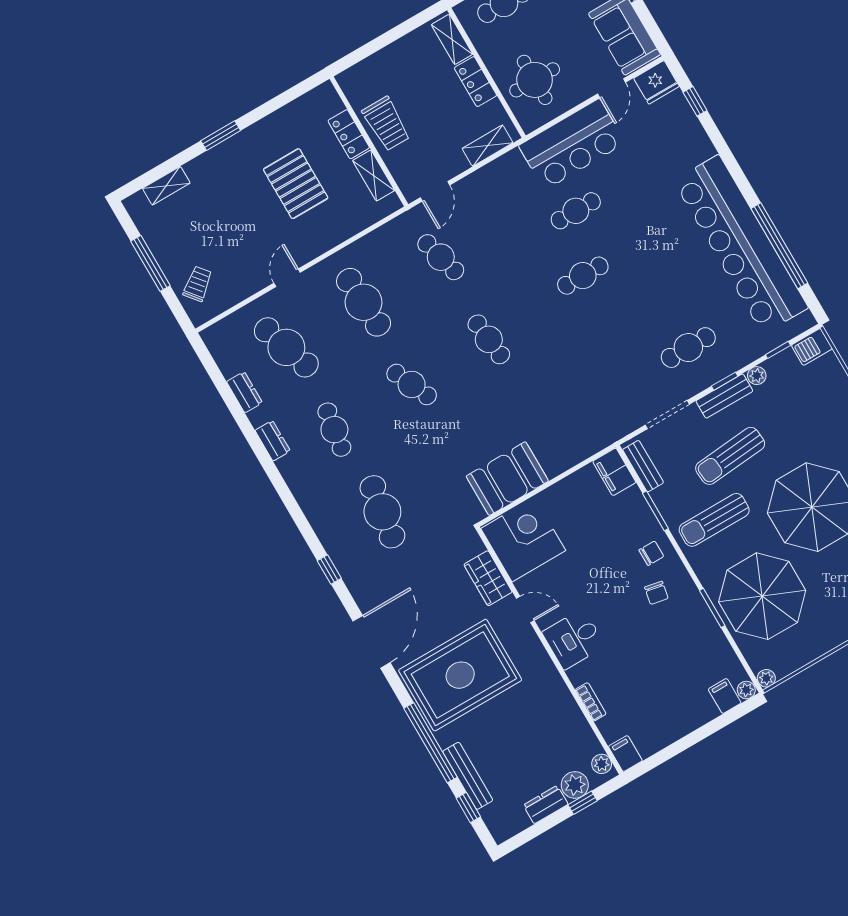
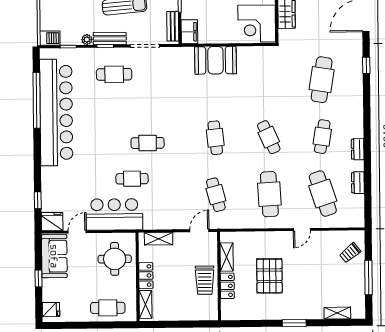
trolley: (386, 124) -> (205, 280), turned 180
booth: (507, 479) -> (216, 60), moved

